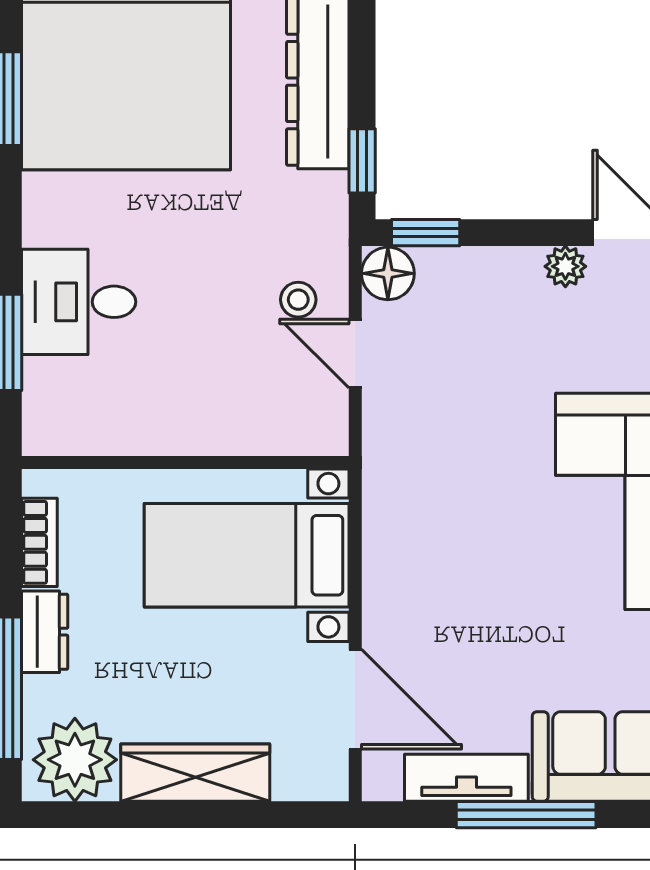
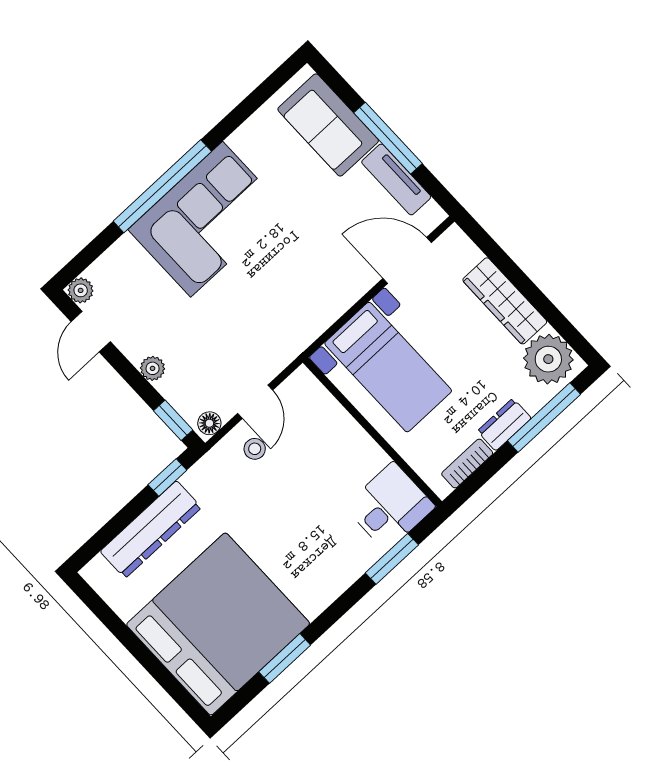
plant: (565, 266) -> (153, 368), moved
floor lamp: (388, 273) -> (209, 423), width x0.73, depth x0.73
desk: (79, 302) -> (390, 507), moved, turned -90
door: (355, 699) -> (407, 260), hinge flipped

